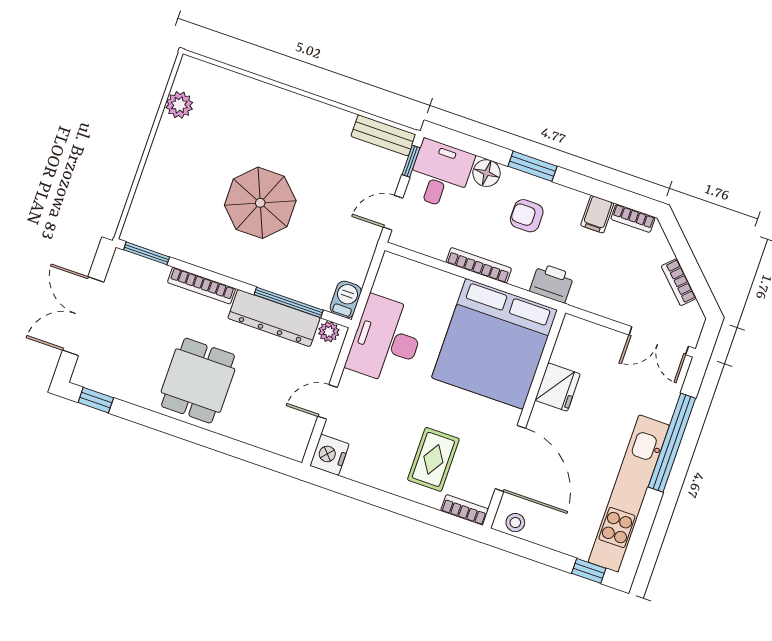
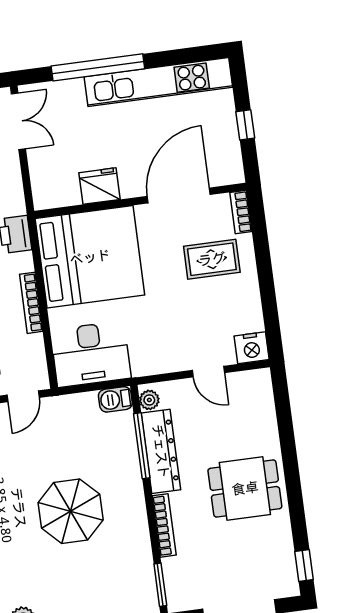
door: (393, 213) -> (23, 396), hinge flipped
desk: (386, 340) -> (91, 354), moved
stool: (515, 523) -> (230, 164), removed
window: (589, 571) -> (245, 125), moved

